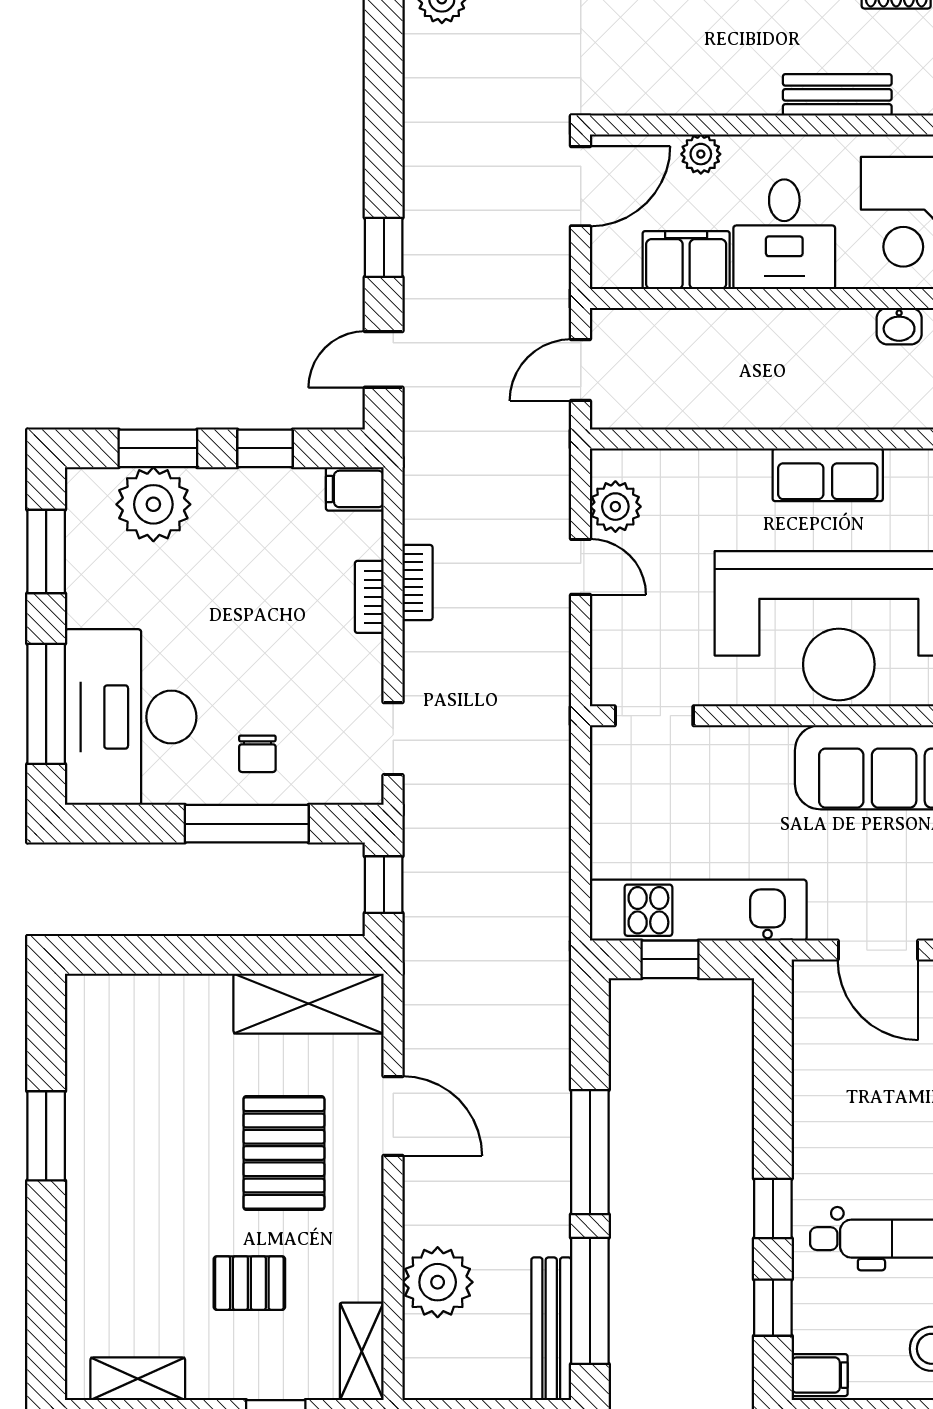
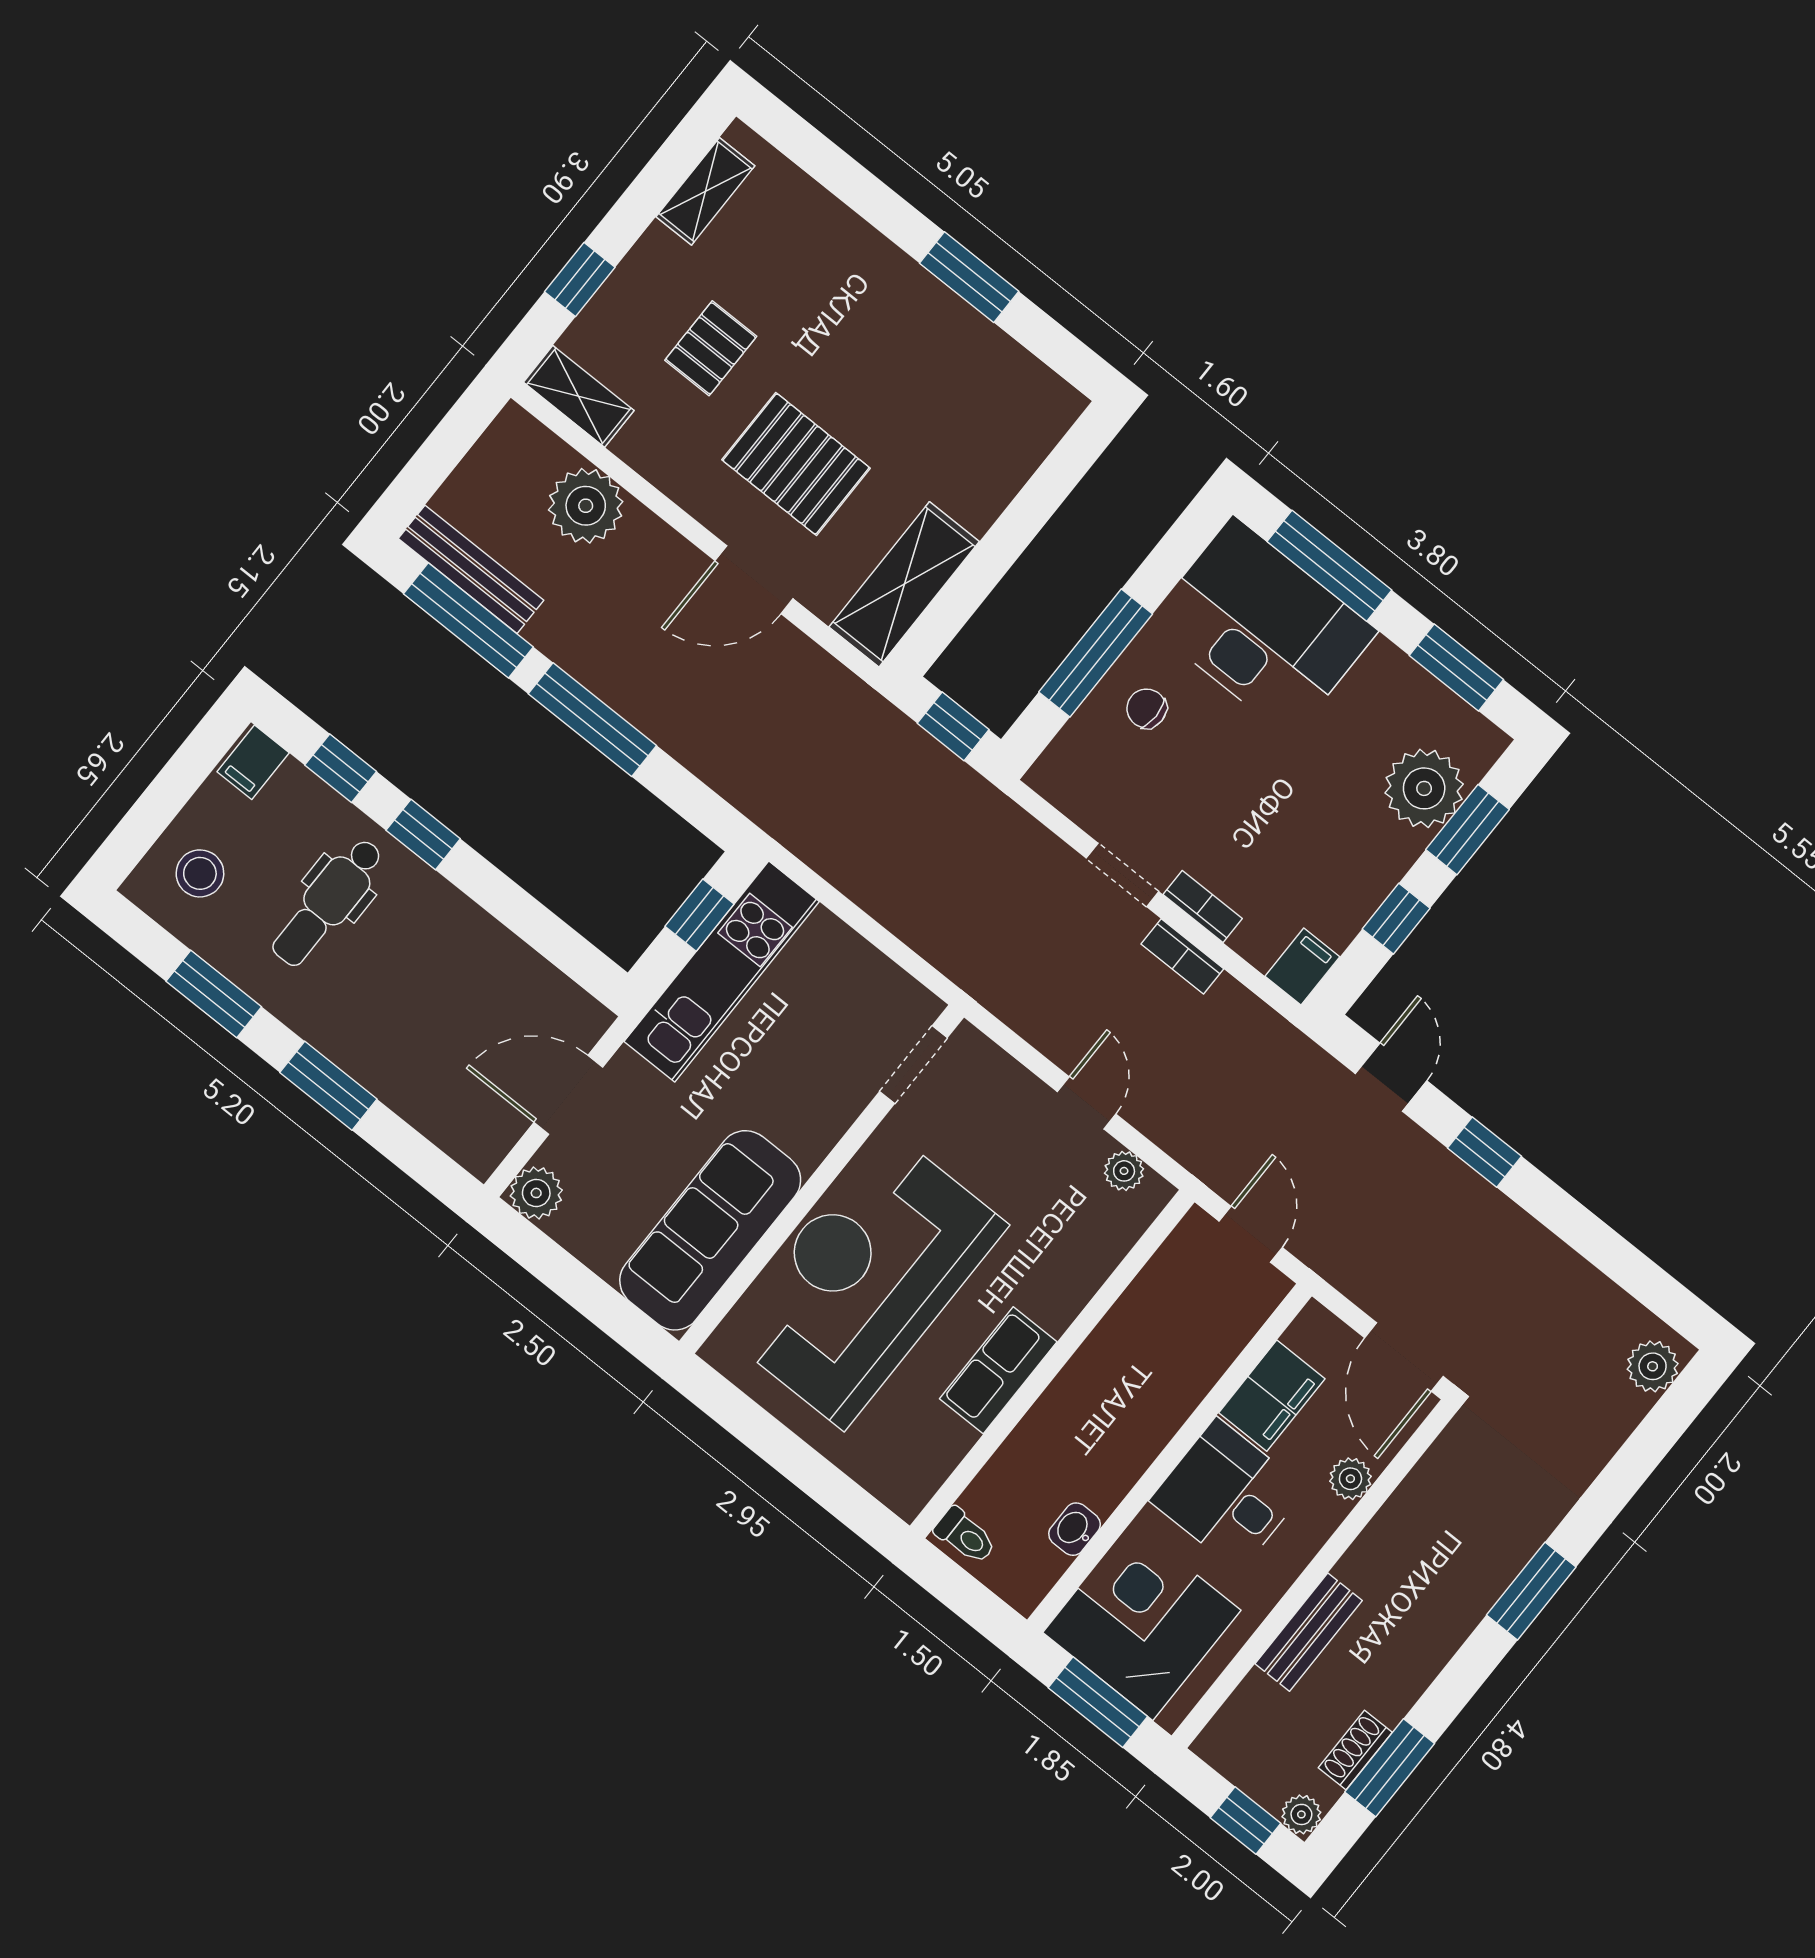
plant: (615, 507) -> (1124, 1171), width x0.73, depth x0.73
door: (581, 567) -> (1087, 1103), swing flipped
doorway: (393, 739) -> (1122, 875), moved

